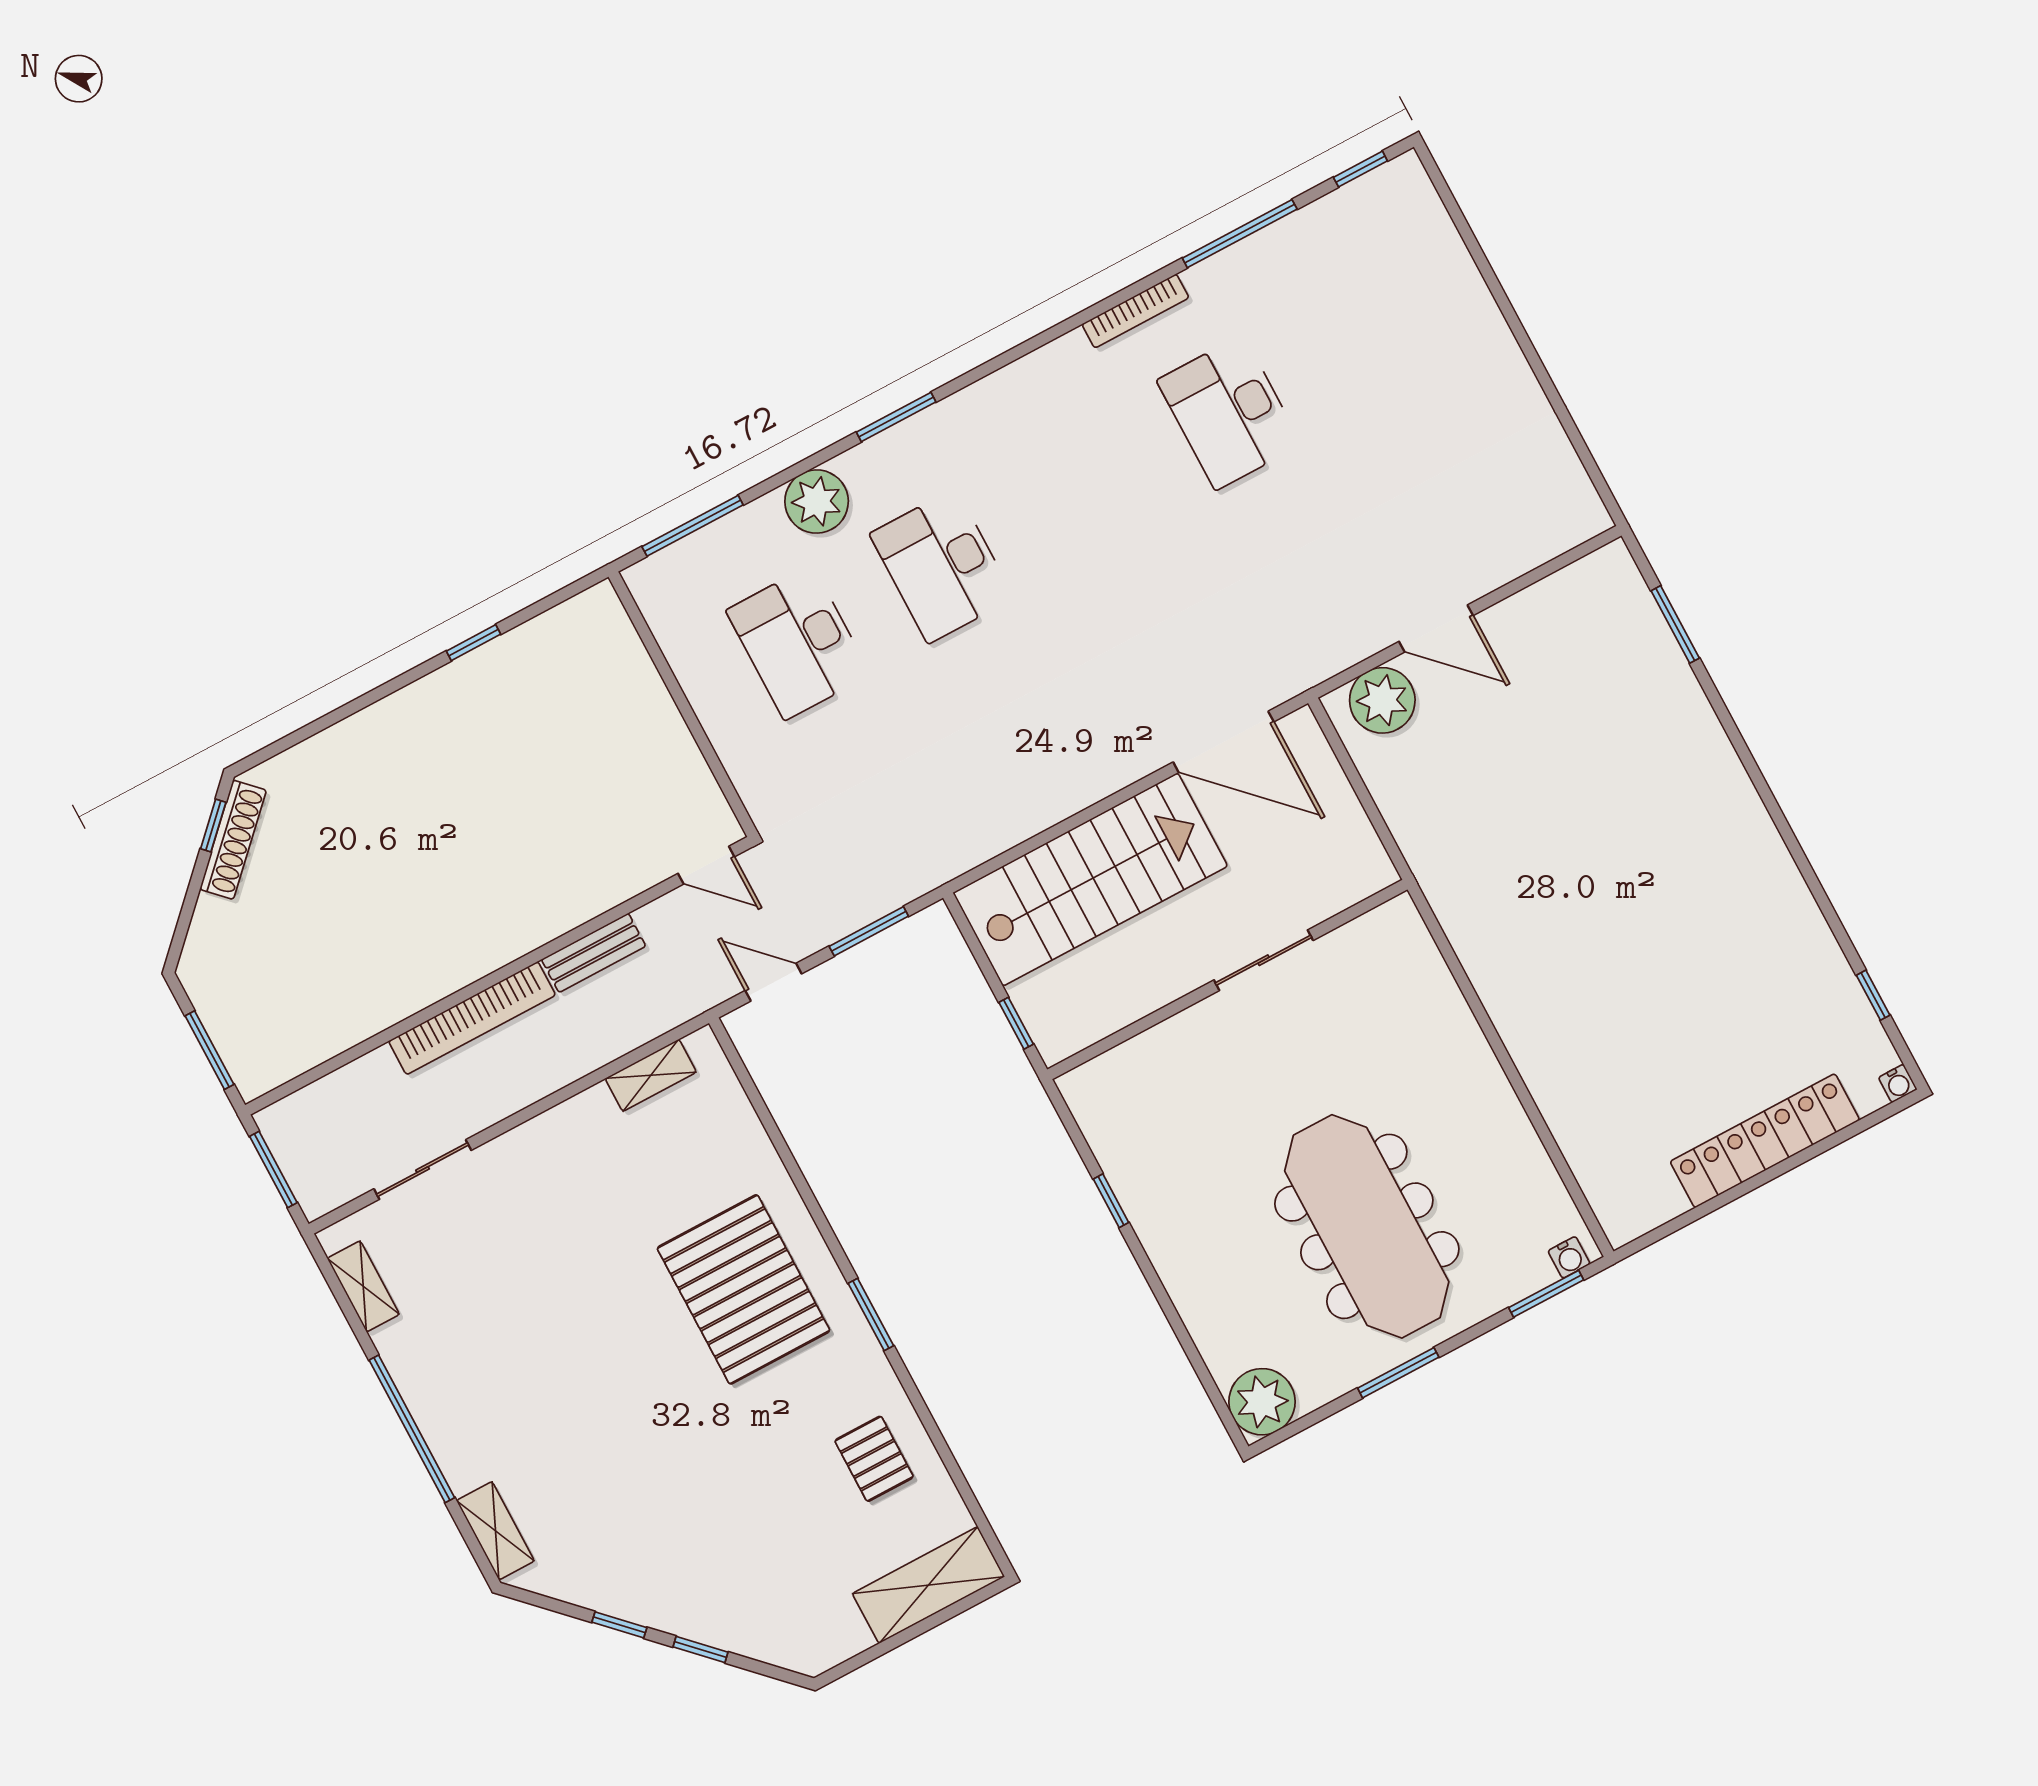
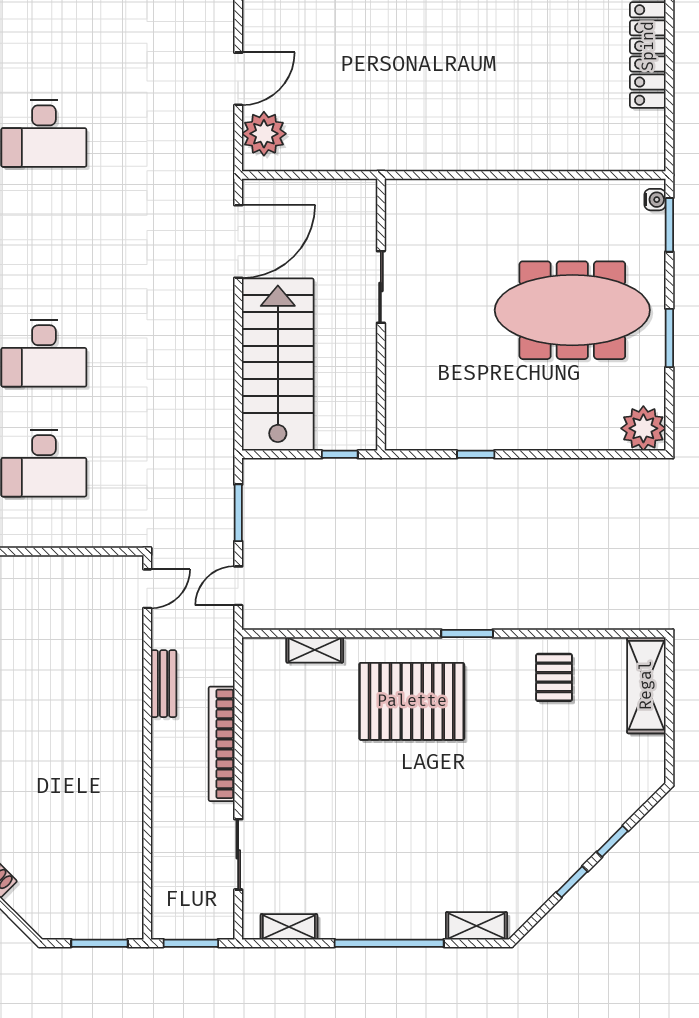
bookcase: (472, 1018) -> (222, 744), moved, turned 180
shelving: (651, 1075) -> (315, 650), moved, turned 90
pallet: (874, 1459) -> (554, 677), turned 90

